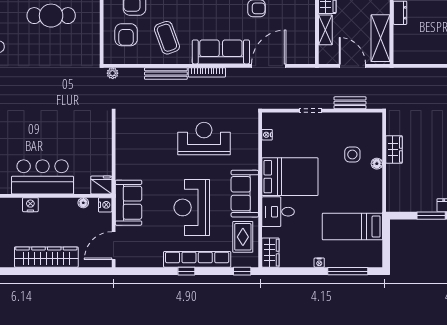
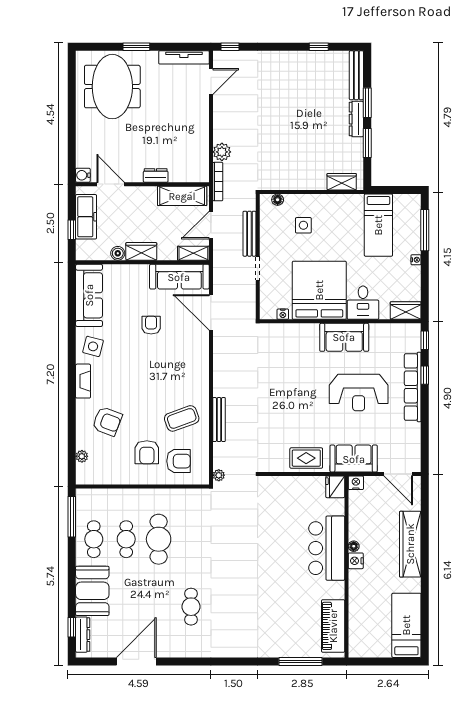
shelving: (325, 30) -> (193, 253), moved
sofa: (221, 52) -> (179, 277), moved, turned -90
bookcase: (207, 72) -> (218, 182), moved
plant: (423, 76) -> (222, 152), added
bench: (350, 103) -> (249, 234), width x1.36
reception desk: (204, 139) -> (287, 380), removed
wardrobe: (394, 150) -> (342, 182), moved
floor lamp: (377, 164) -> (278, 200), moved
bed: (290, 177) -> (319, 290), width x1.36
floor lamp: (83, 203) -> (354, 546), moved
rug: (243, 237) -> (306, 458), moved
window: (186, 271) -> (425, 375), moved

